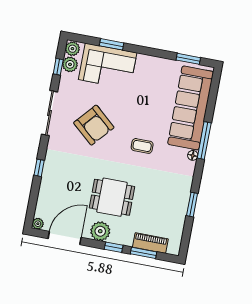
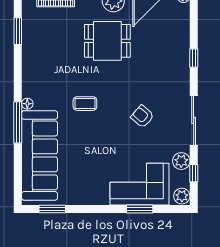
plant: (70, 64) -> (181, 161), moved
armchair: (94, 125) -> (142, 116), width x0.53, depth x0.53
window: (192, 205) -> (18, 31), moved

